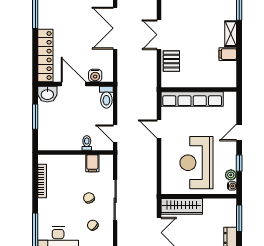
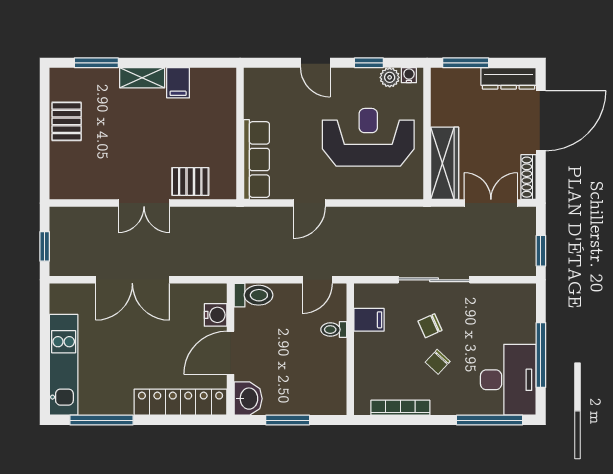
row of seats: (192, 99) -> (257, 160), width x0.73
reception desk: (196, 163) -> (368, 137), turned 180
chair: (93, 225) -> (438, 362), moved

